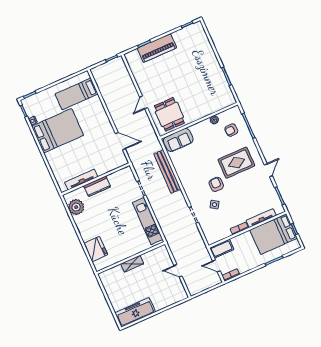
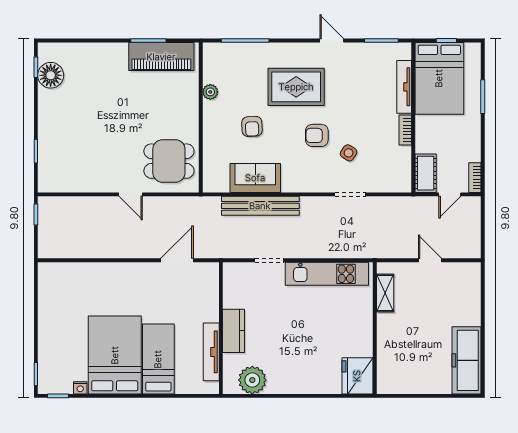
floor lamp: (186, 34) -> (51, 75), added
piano: (157, 48) -> (161, 57), moved, turned 90
bed: (77, 94) -> (158, 359), moved, turned 180
armchair: (231, 130) -> (252, 126), moved
sofa: (178, 140) -> (255, 178), moved, turned -90
rug: (236, 163) -> (296, 87), turned 90
fridge: (96, 249) -> (357, 376), moved, turned -90
shelving: (132, 264) -> (385, 293), moved
door: (178, 271) -> (430, 260), swing flipped

